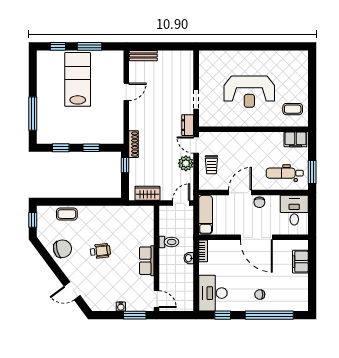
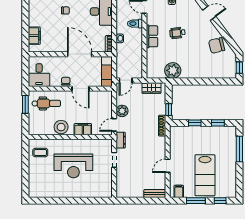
filing cabinet: (112, 58) -> (179, 191), added
reception desk: (249, 92) -> (73, 166), turned 180
filing cabinet: (295, 139) -> (83, 129), moved
stool: (265, 142) -> (61, 127), added
door: (196, 145) -> (114, 125), swing flipped
trolley: (211, 165) -> (102, 110), removed
door: (240, 193) -> (81, 89), hinge flipped
coffee table: (67, 214) -> (213, 72), removed
plant: (120, 216) -> (173, 70), added
door: (256, 237) -> (80, 54), moved
toilet: (169, 242) -> (135, 24), moved
wheelchair: (100, 251) -> (177, 33), moved

